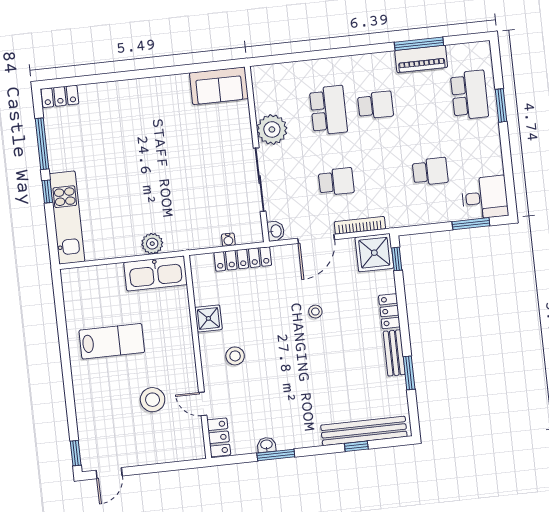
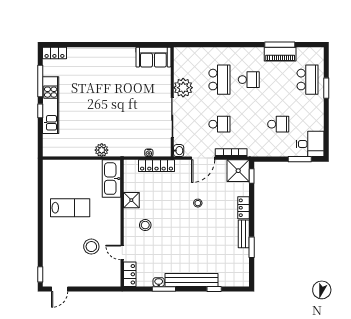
kitchen unit: (67, 218) -> (51, 105), moved
kitchen sink: (156, 273) -> (111, 179), moved, turned 90
bench: (364, 431) -> (191, 280), moved

